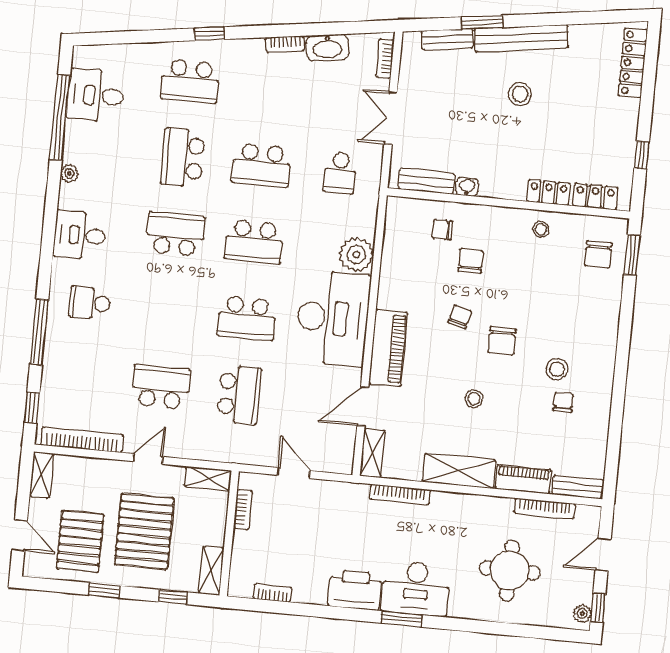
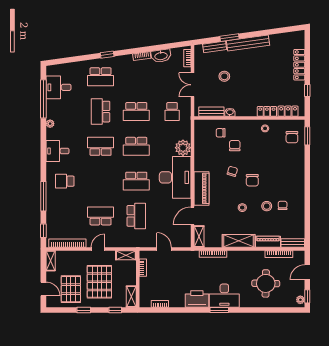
locker: (633, 63) -> (299, 65), moved
stool: (520, 94) -> (224, 76), moved
stool: (557, 369) -> (267, 206), moved

